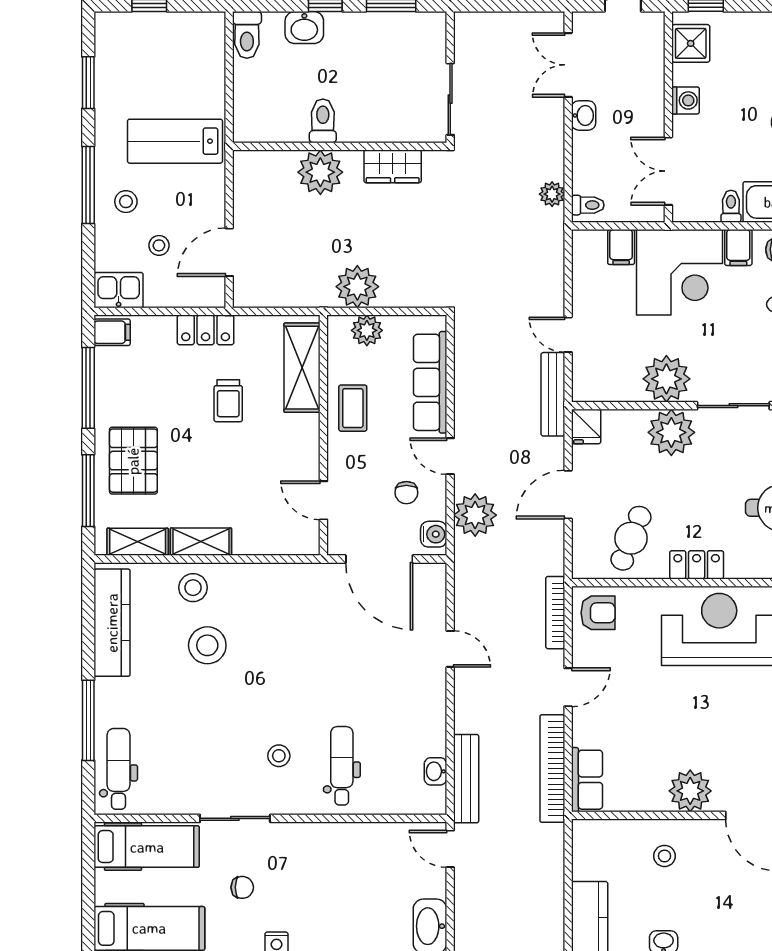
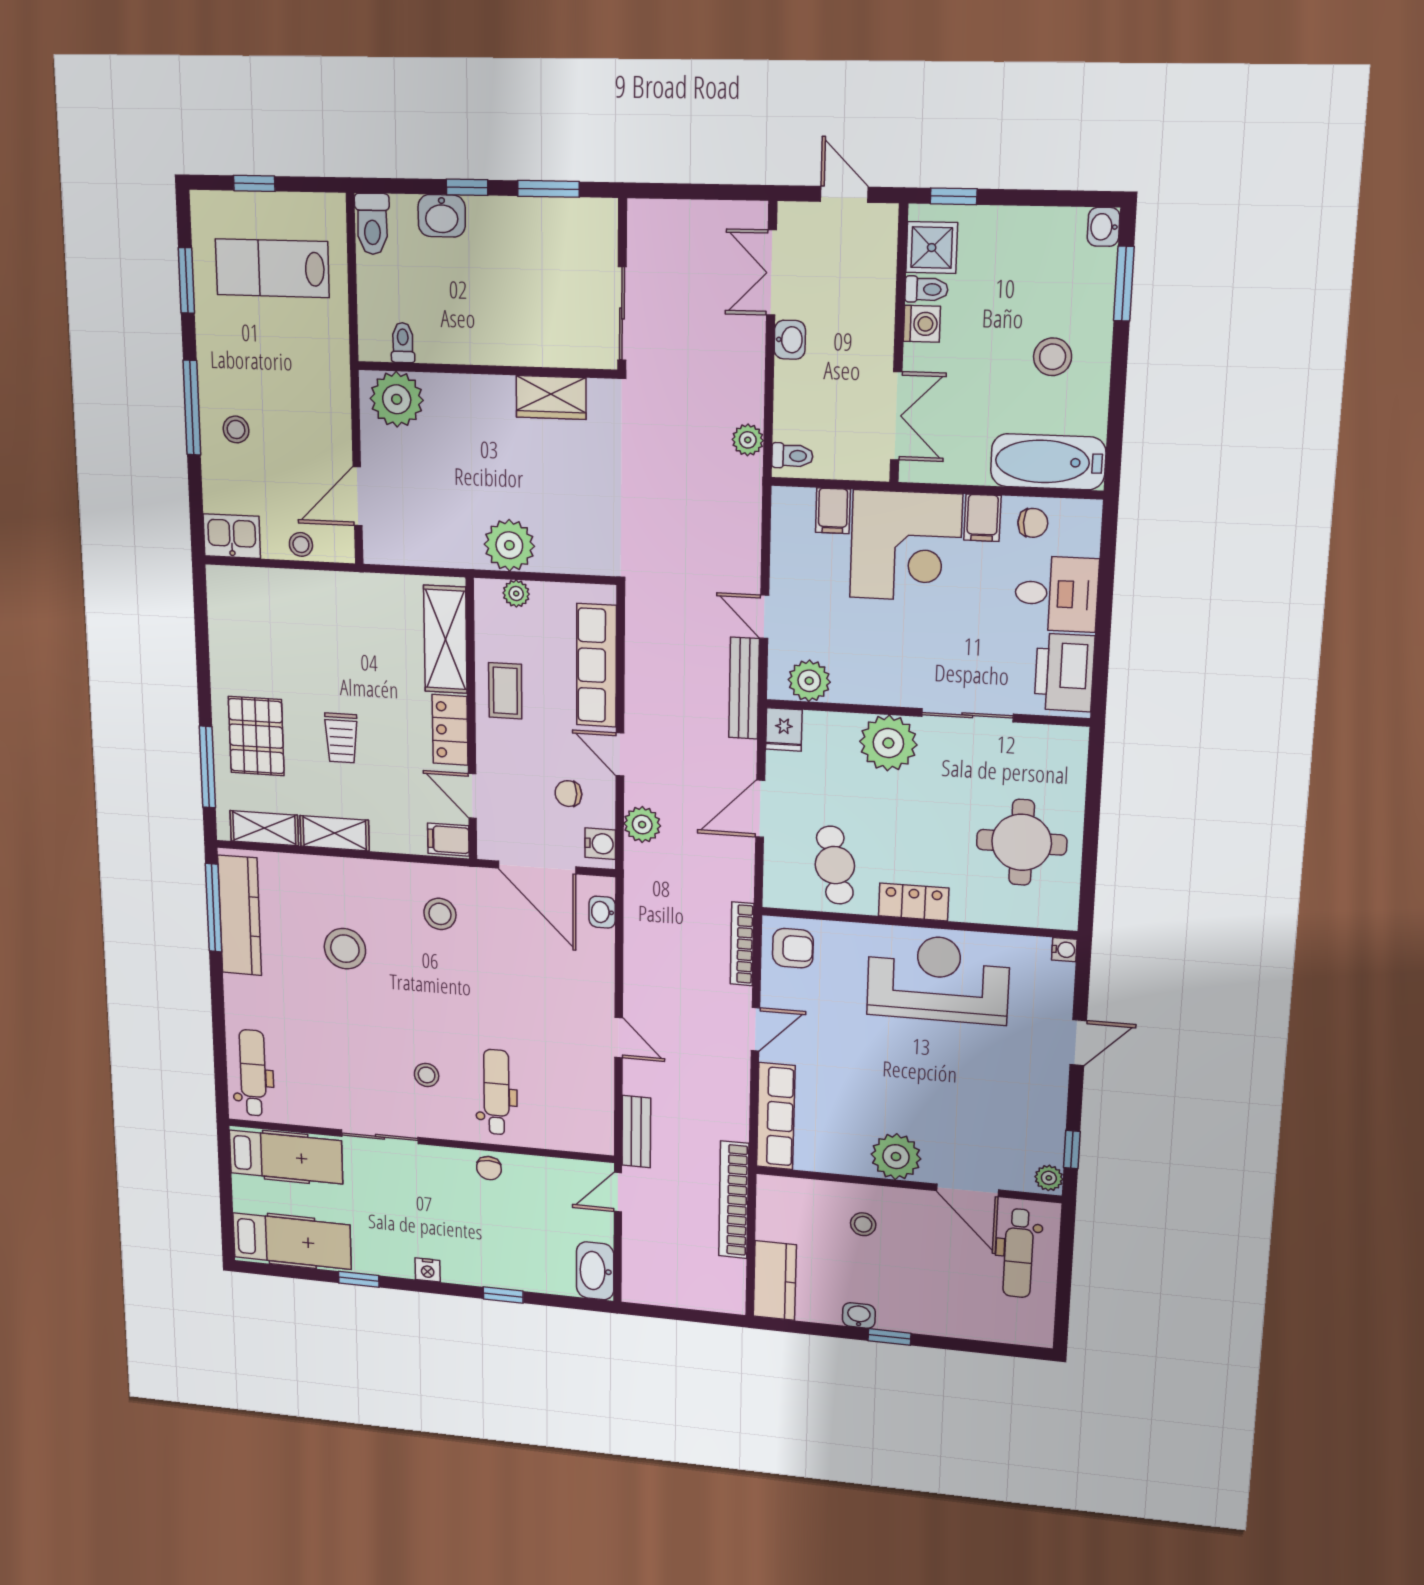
toilet: (323, 121) -> (403, 343), moved, width x0.73, depth x0.72
lab bench: (175, 141) -> (272, 268), moved
double door: (668, 171) -> (896, 416), swing flipped
plant: (320, 172) -> (397, 399), moved
toilet: (731, 206) -> (926, 289), moved, turned 90
stool: (159, 245) -> (301, 544), moved
locker: (206, 330) -> (450, 730), moved, turned 90
plant: (367, 330) -> (516, 594), width x0.73, depth x0.73
filing cabinet: (112, 332) -> (448, 840), moved, turned 180
plant: (666, 379) -> (809, 681), moved, width x0.73, depth x0.73
window: (88, 388) -> (202, 649), removed
trolley: (228, 401) -> (341, 738), moved
chair: (406, 493) -> (568, 794), turned 90
plant: (475, 515) -> (642, 825), width x0.73, depth x0.73
cafe table: (631, 538) -> (835, 865), turned -33
stool: (193, 588) -> (440, 914), moved
door: (450, 649) -> (619, 1037), moved
window: (88, 720) -> (214, 908), moved
bookcase: (552, 768) -> (734, 1200), moved
washbasin: (435, 771) -> (602, 912), moved
bench: (466, 779) -> (636, 1132), width x0.73
row of seats: (587, 780) -> (776, 1116), width x1.48
door: (450, 849) -> (618, 1192), hinge flipped
chair: (242, 887) -> (489, 1168), moved, turned 90

